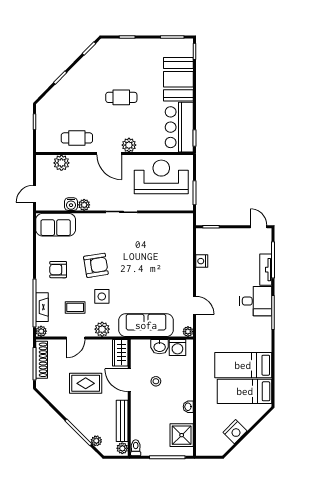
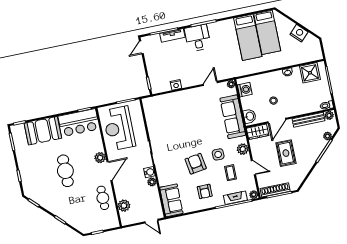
cafe table: (121, 97) -> (65, 171), width x1.37, depth x1.35
water cooler: (71, 204) -> (149, 172), moved
washbasin: (160, 347) -> (250, 116), moved

